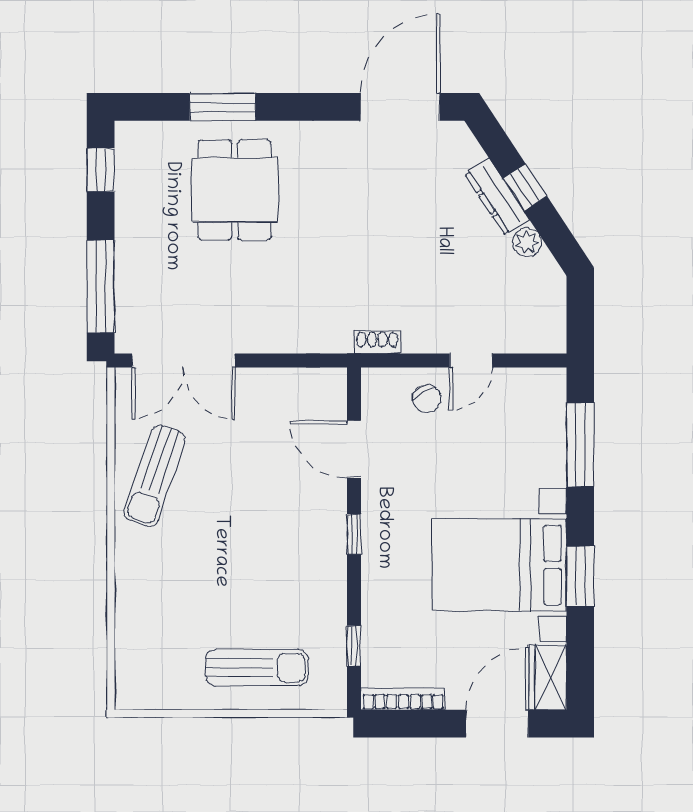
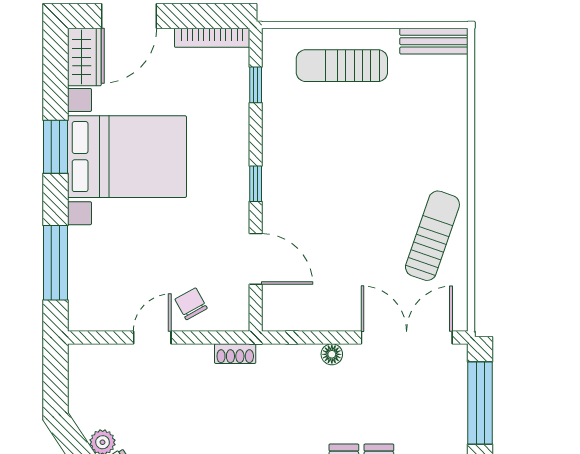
floor lamp: (268, 342) -> (332, 354), added
bench: (153, 695) -> (434, 41), added

